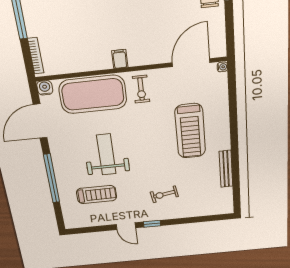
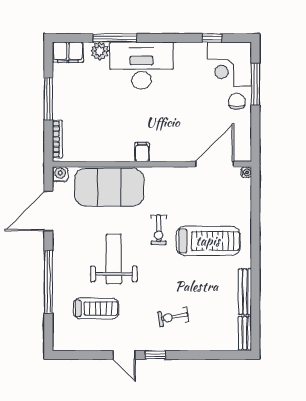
exercise bike: (141, 89) -> (159, 230), moved
treadmill: (190, 131) -> (208, 241), turned -90
bench: (228, 200) -> (245, 333), added

